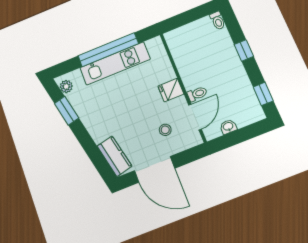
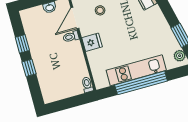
toilet: (218, 21) -> (87, 85), moved
window: (263, 94) -> (22, 44), moved

